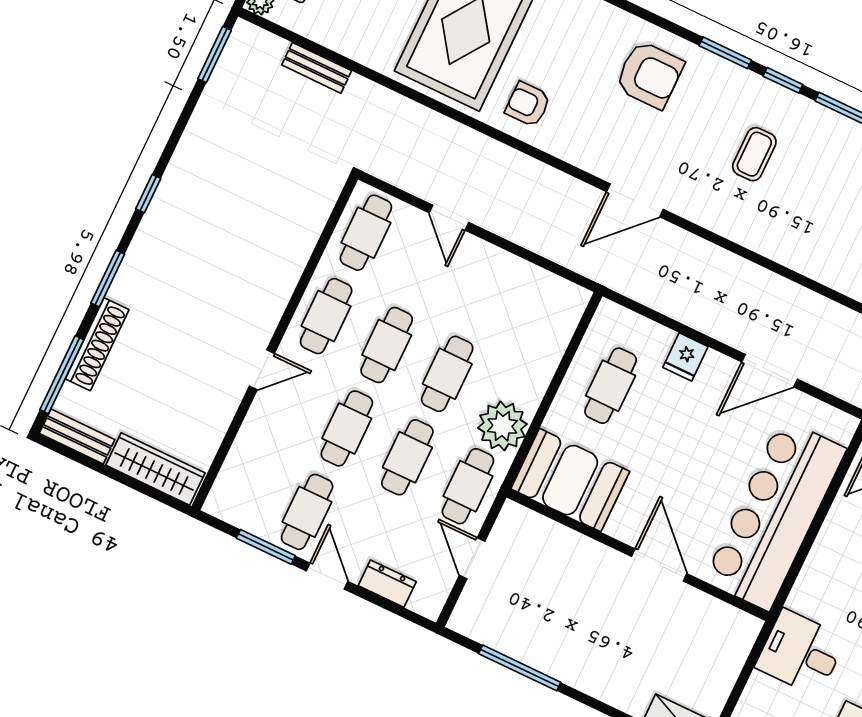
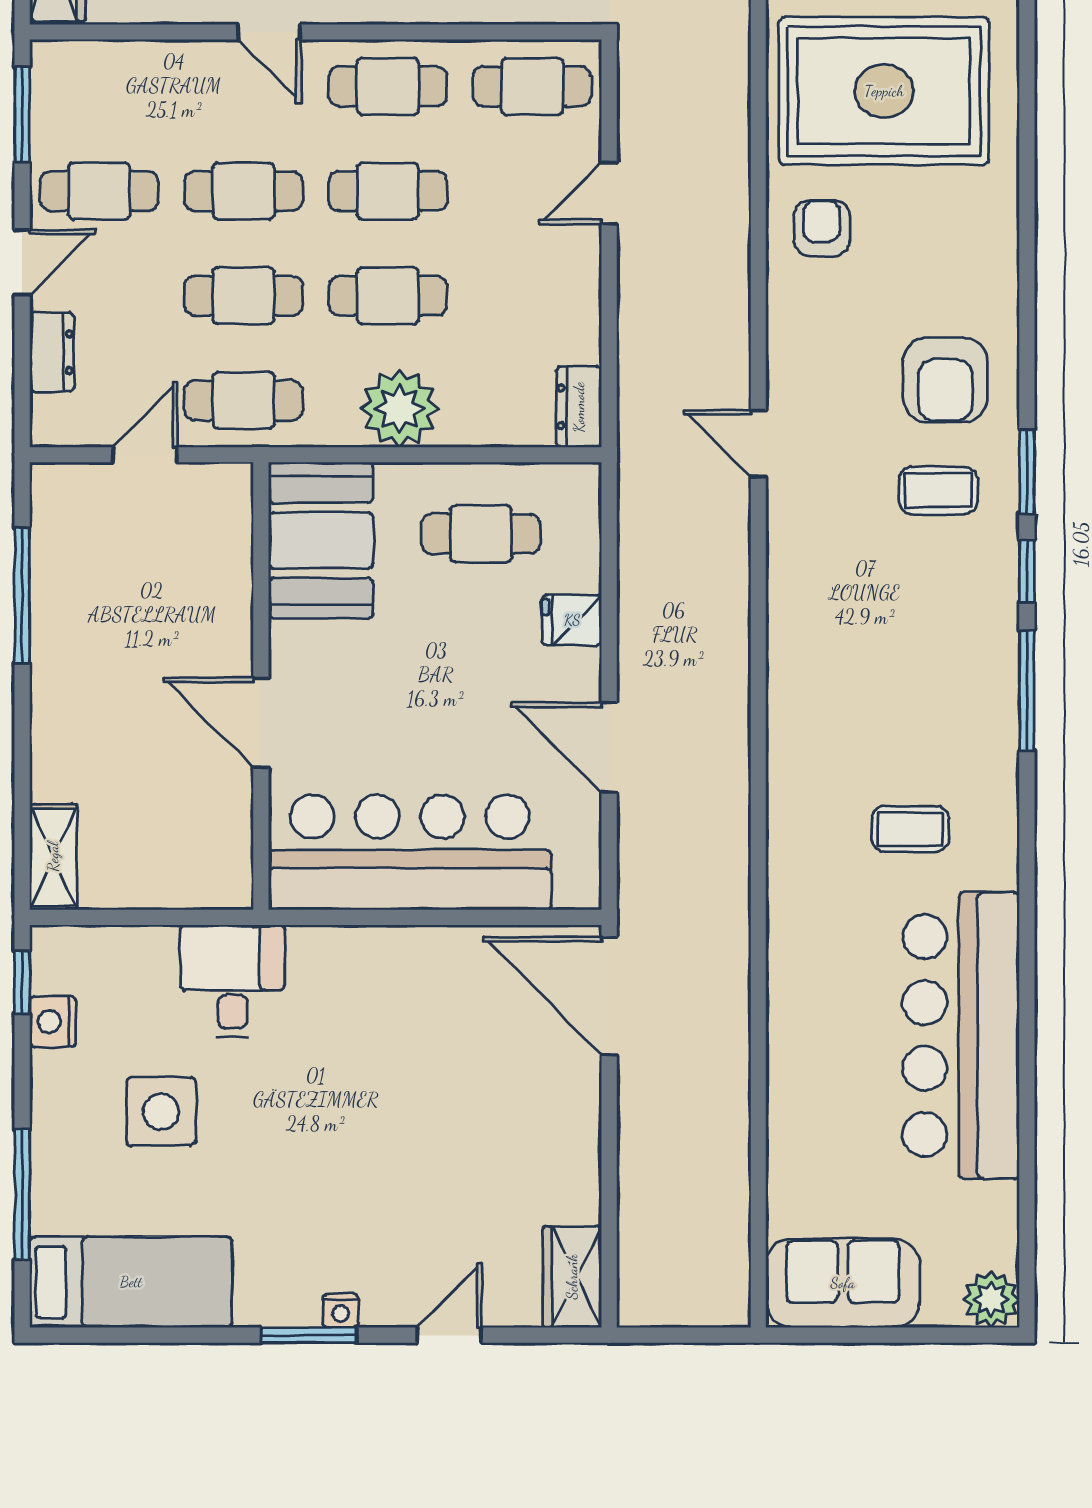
coffee table: (754, 154) -> (938, 490), moved
door: (635, 200) -> (758, 444), width x0.73
dresser: (564, 294) -> (579, 407), added
plant: (502, 426) -> (399, 409), moved
window: (266, 547) -> (22, 114), moved
door: (659, 565) -> (261, 723), swing flipped

